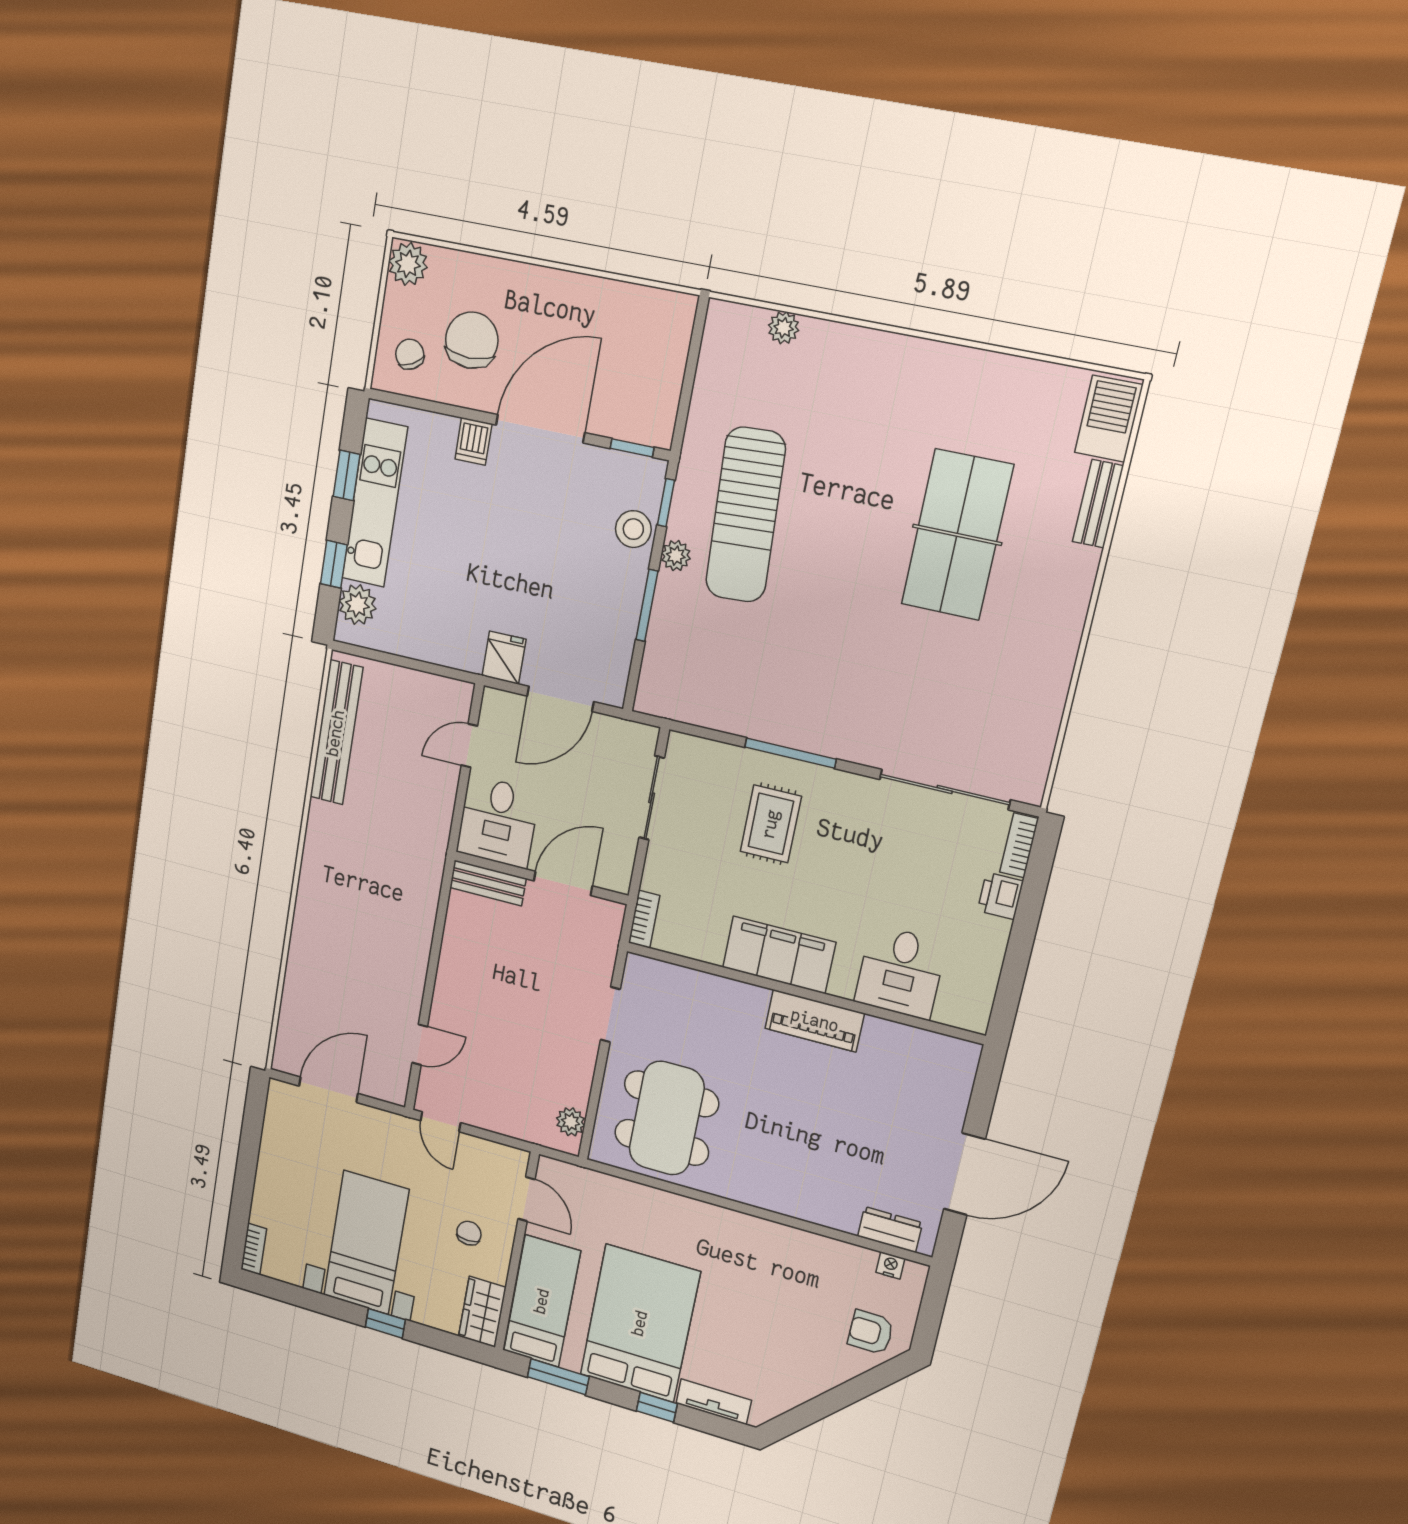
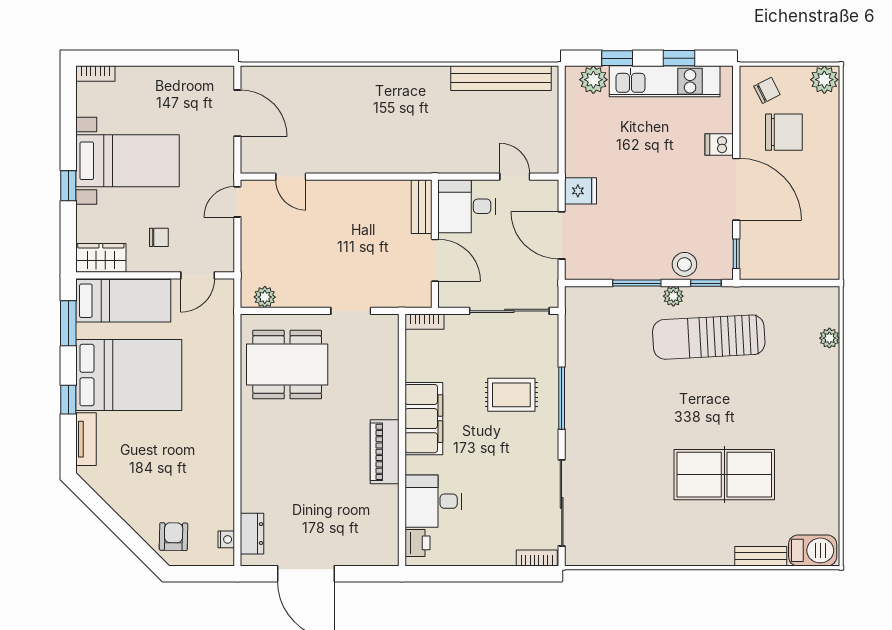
sliding door: (652, 798) -> (509, 311), width x1.37
printer: (1000, 896) -> (417, 543), moved, turned 90

